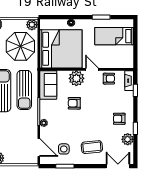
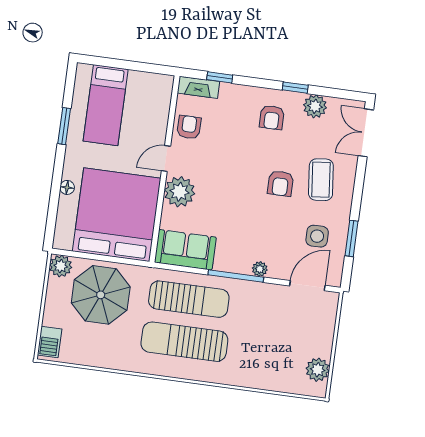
armchair: (74, 103) -> (280, 183), moved

